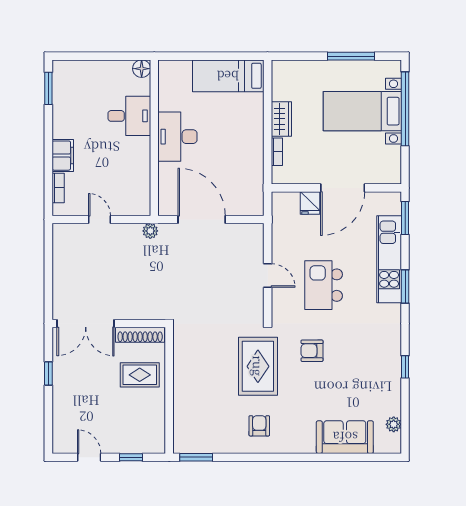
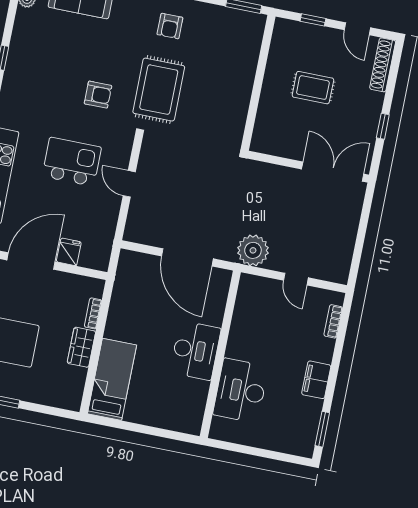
floor lamp: (142, 69) -> (219, 430), removed
bed: (228, 76) -> (112, 379), moved, turned -90
desk: (129, 116) -> (241, 391), width x1.37
filing cabinet: (63, 156) -> (316, 380), moved
plant: (150, 231) -> (253, 250), width x1.88, depth x1.88
kitchen island: (324, 285) -> (72, 162), turned -90
shoe rack: (140, 335) -> (383, 65), moved, turned -90
rug: (140, 375) -> (313, 88), moved

